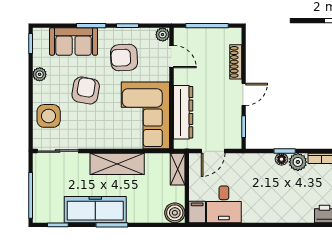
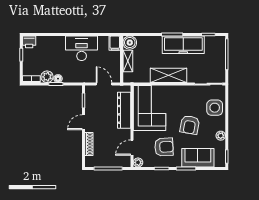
door: (171, 57) -> (132, 148), hinge flipped
door: (213, 151) -> (104, 84), hinge flipped
shelving: (178, 169) -> (128, 61), moved
desk: (224, 204) -> (82, 48), moved, width x1.37

